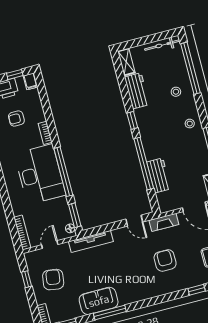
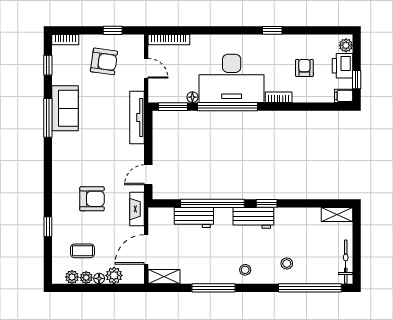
workbench: (137, 91) -> (253, 218), moved
floor lamp: (70, 228) -> (192, 97), moved

